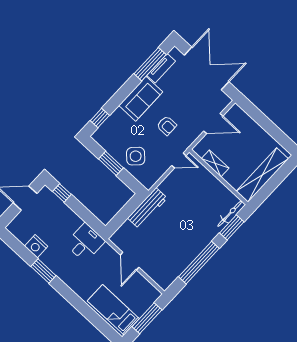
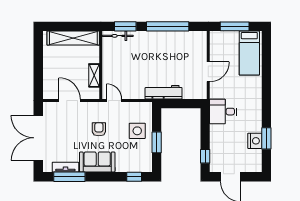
side table: (136, 156) -> (137, 131), turned 45
window: (43, 271) -> (266, 138), moved

